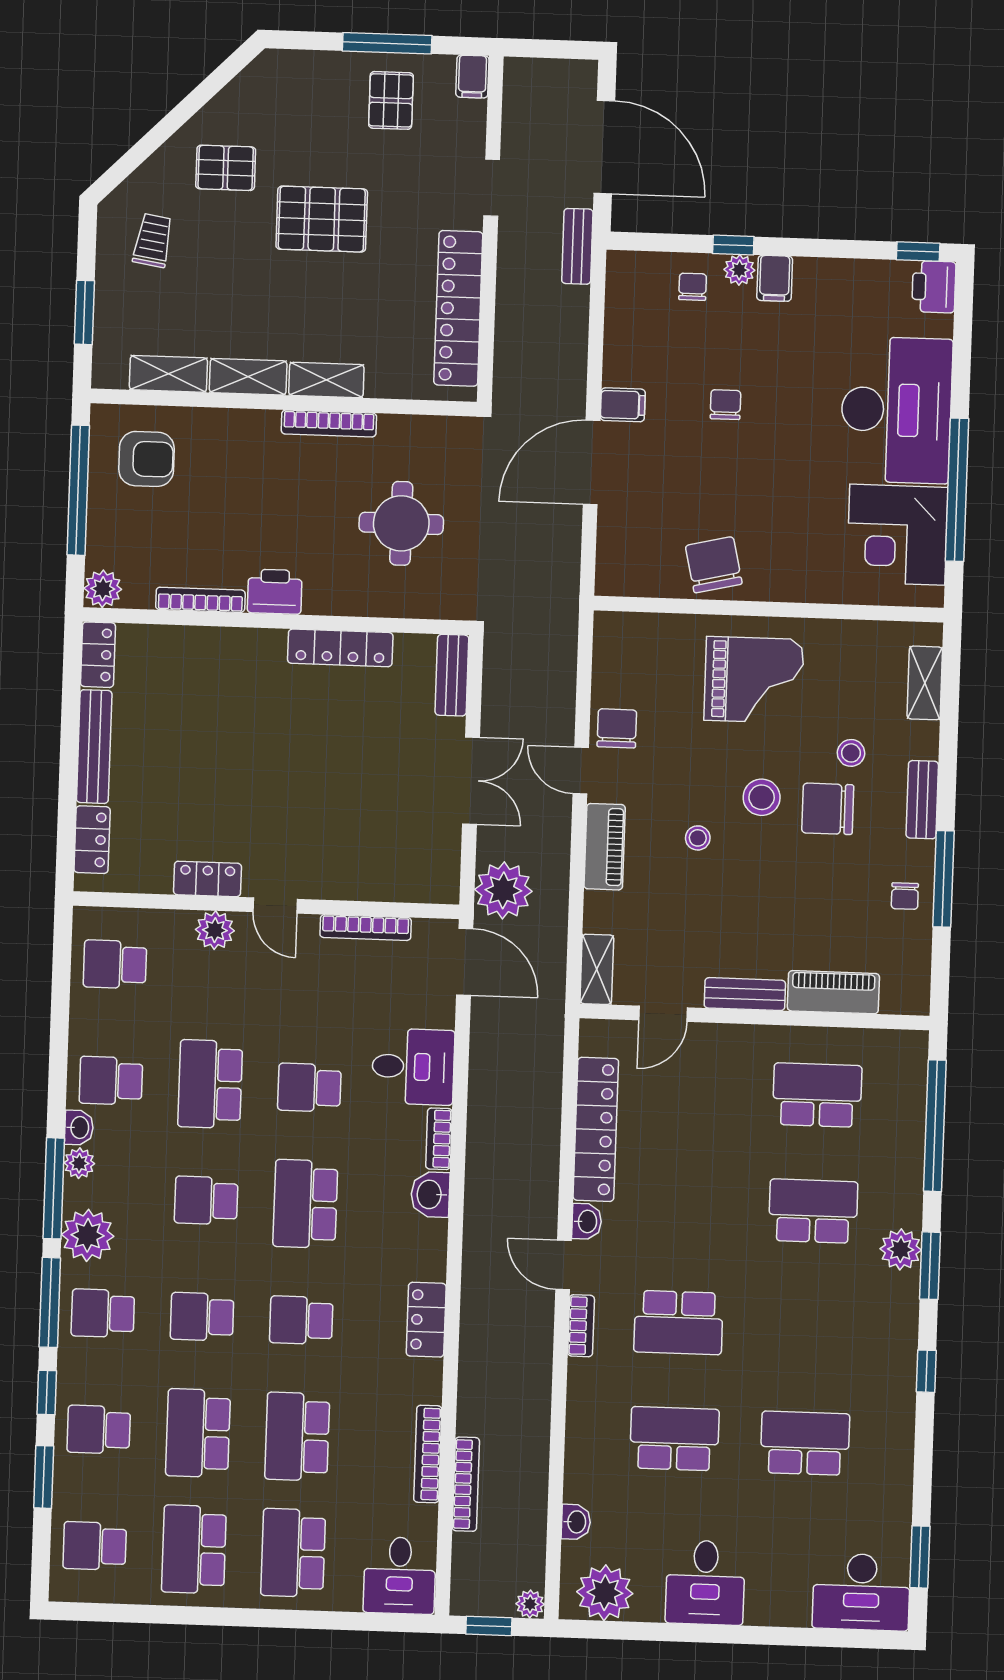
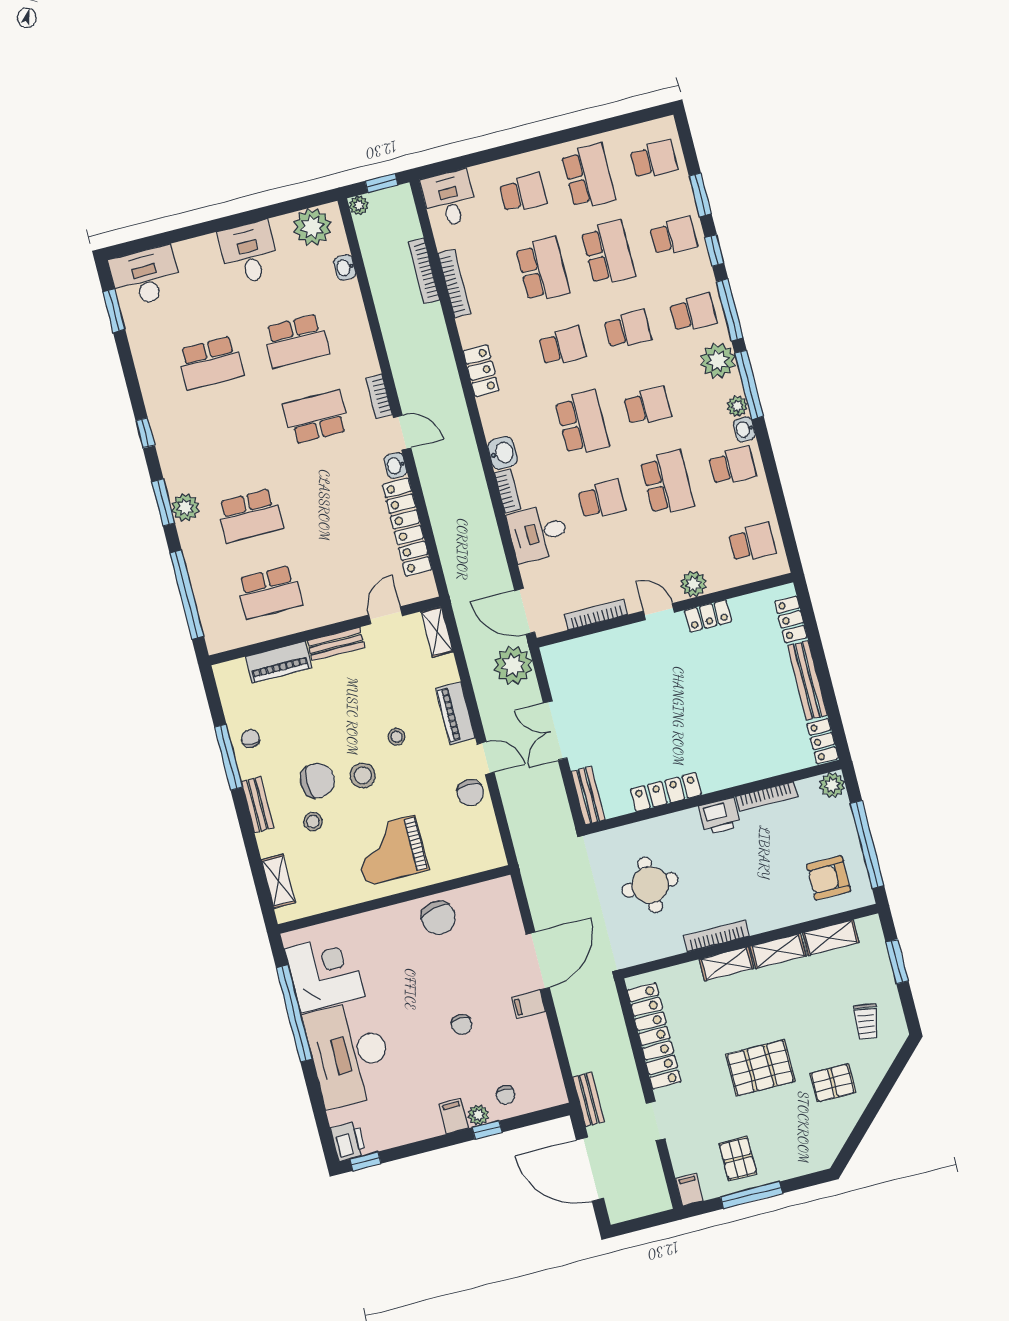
school desk: (293, 1553) -> (523, 193), width x0.54

